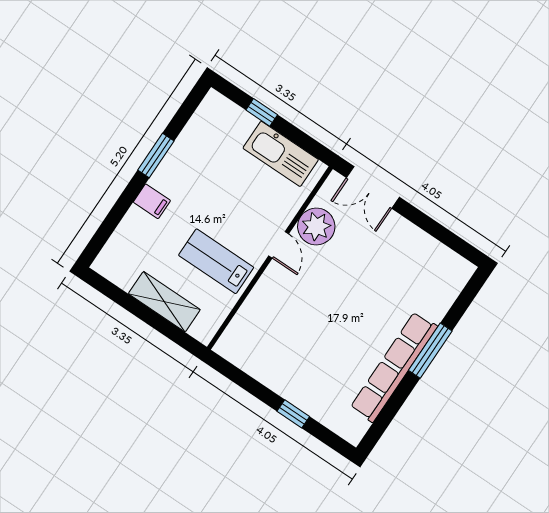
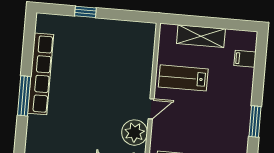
filing cabinet: (152, 201) -> (245, 59), moved
door: (279, 245) -> (151, 109), swing flipped
lab bench: (216, 261) -> (183, 78), turned 180

